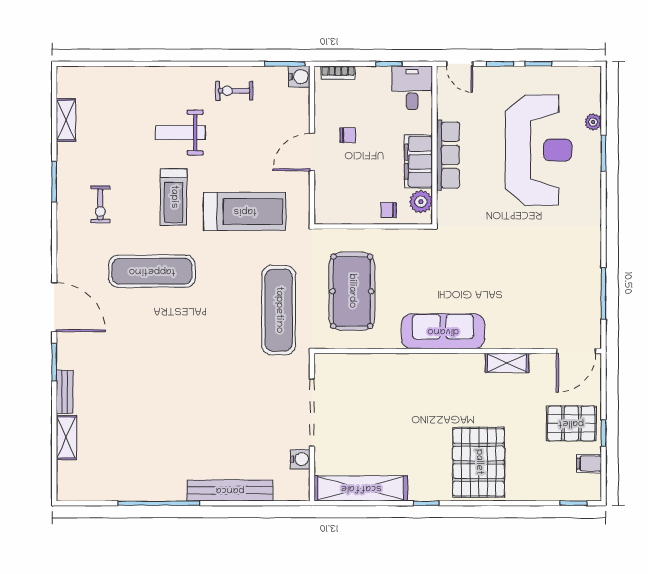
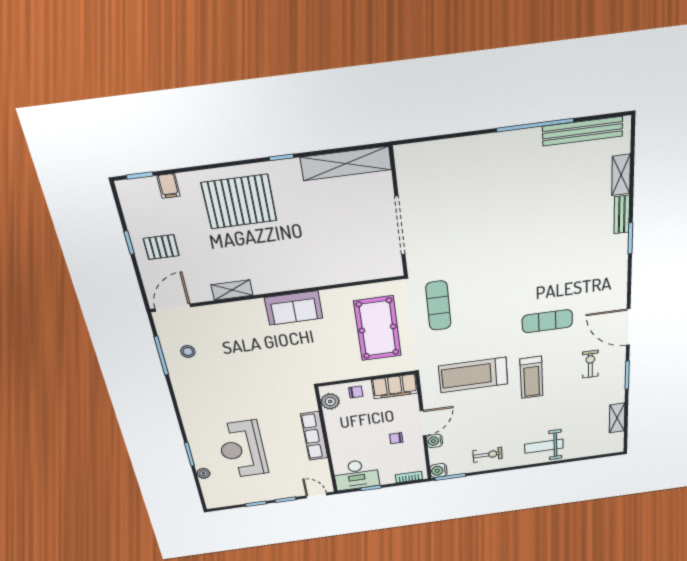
desk: (412, 88) -> (356, 475), width x1.37
weight bench: (180, 133) -> (544, 446), moved, turned 180
reception desk: (539, 150) -> (242, 449), width x0.74, depth x0.77
filing cabinet: (418, 162) -> (395, 386), moved, turned 90
treadmill: (174, 197) -> (531, 377), turned 180
exercise mat: (152, 271) -> (547, 321), width x0.73, depth x0.69
stool: (573, 294) -> (188, 351), added
door: (54, 307) -> (628, 327), moved
exercise mat: (279, 310) -> (438, 306), width x0.73, depth x0.69
sofa: (443, 331) -> (294, 308), width x0.73
pallet: (571, 423) -> (161, 247), width x0.67, depth x0.71
water cooler: (300, 459) -> (435, 441), moved
pallet: (479, 462) -> (239, 202), turned 90
filing cabinet: (589, 464) -> (168, 186), moved, turned 90
bench: (230, 490) -> (583, 131), moved

